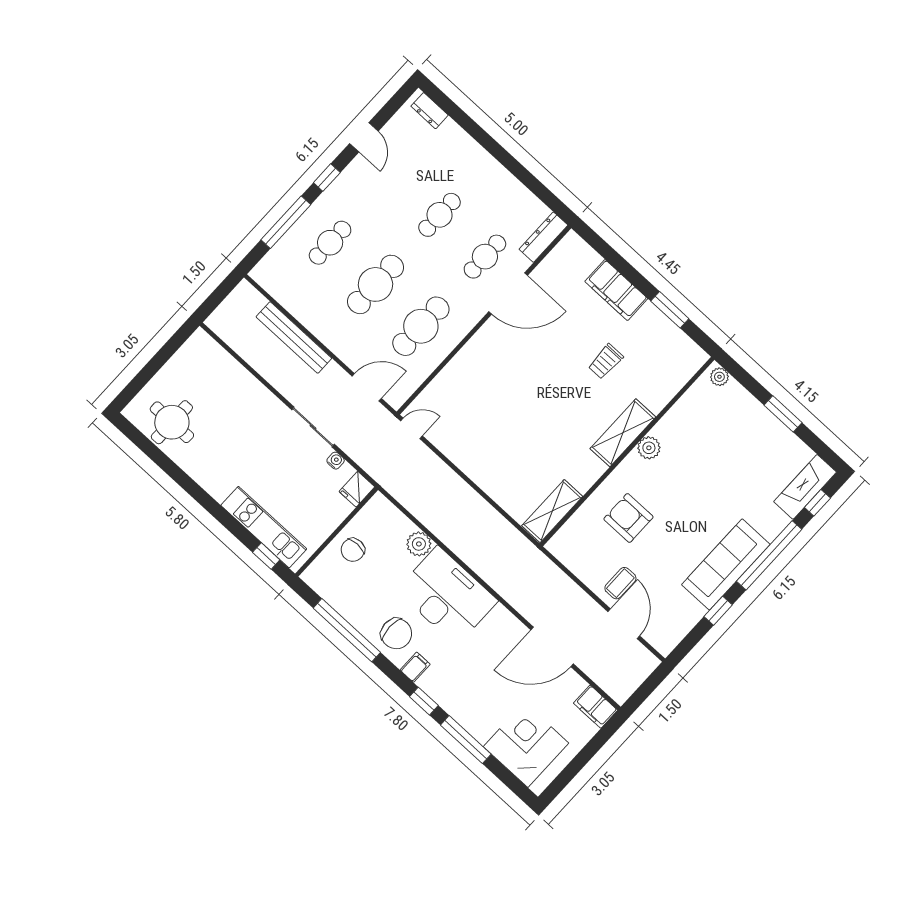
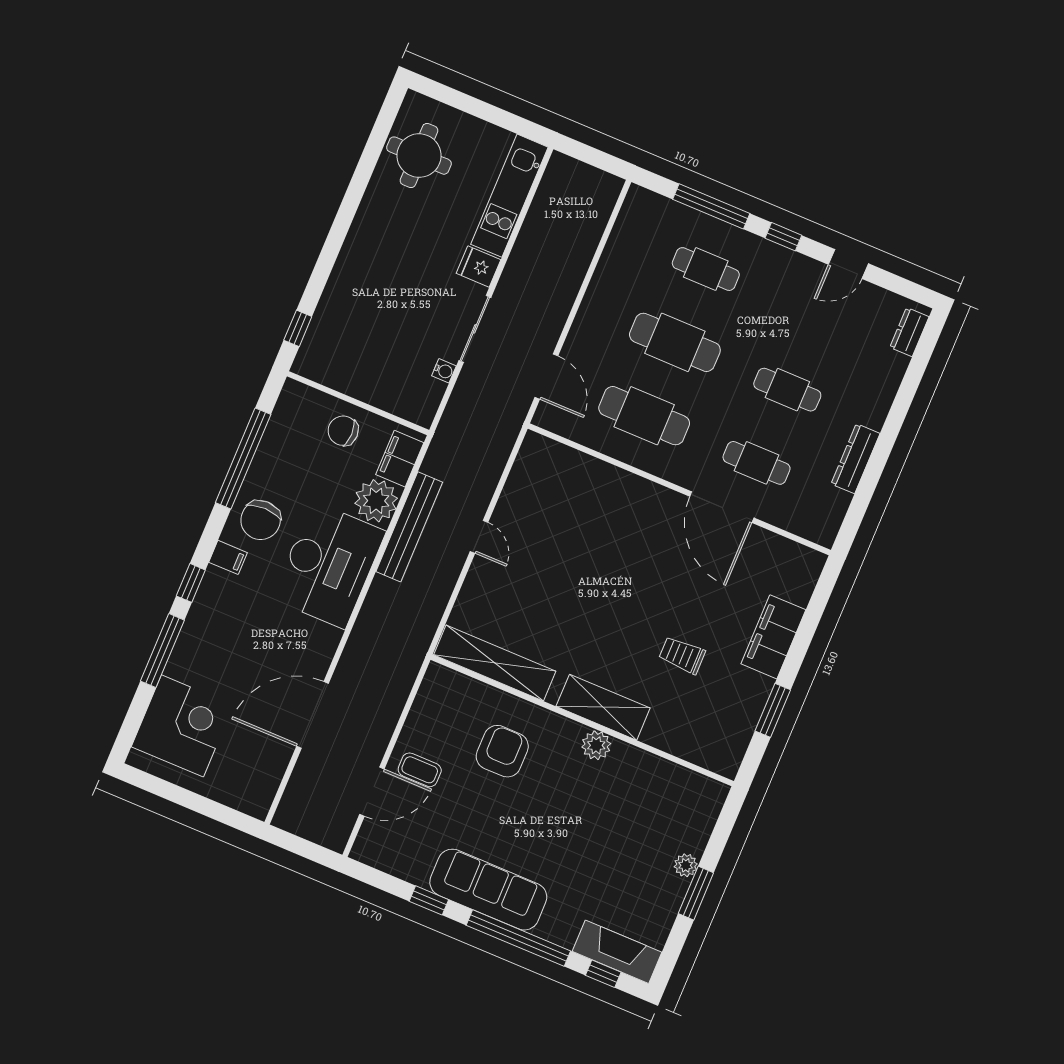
dresser: (543, 237) -> (855, 459), moved, turned -90
bench: (294, 338) -> (409, 527), moved
plant: (719, 377) -> (686, 865), moved
door: (411, 428) -> (479, 537), moved
fridge: (357, 489) -> (479, 266), moved
shelving: (552, 511) -> (495, 663), width x1.47
kitchen unit: (264, 527) -> (509, 196), moved, turned 180
plant: (419, 544) -> (376, 501), width x1.36, depth x1.36
door: (552, 647) -> (313, 715), hinge flipped
filing cabinet: (596, 707) -> (400, 459), moved

